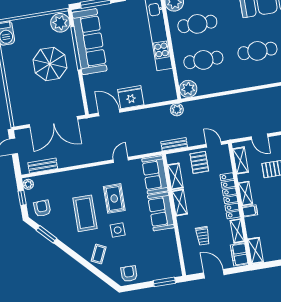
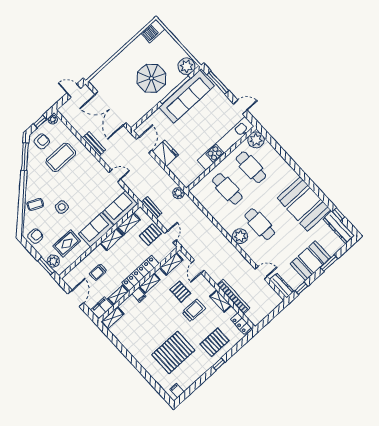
plant: (188, 89) -> (240, 236), moved
bench: (43, 166) -> (94, 144), moved
rug: (114, 198) -> (67, 243), moved
coffee table: (85, 213) -> (61, 157), moved
window: (46, 234) -> (25, 157), width x1.44
plant: (164, 272) -> (53, 261), added

